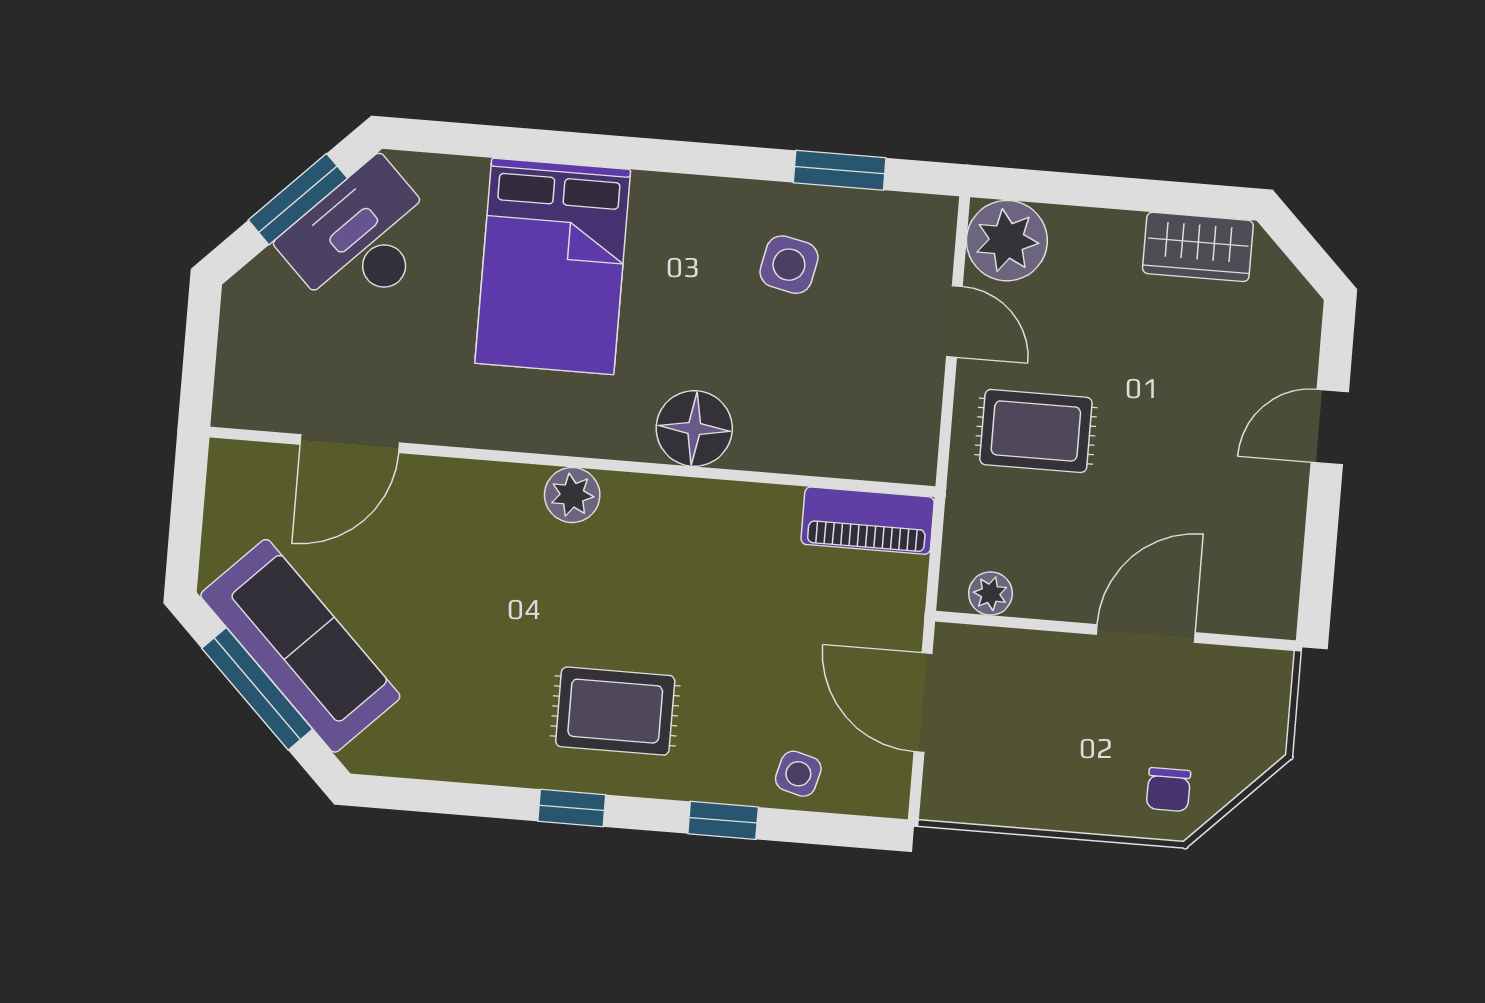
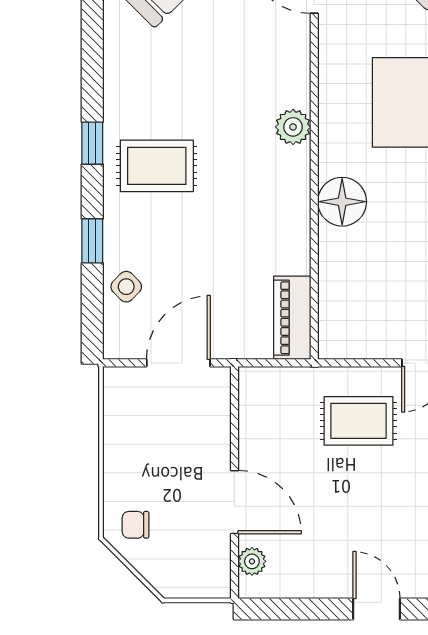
rug: (1036, 431) -> (359, 421), turned 90
plant: (990, 594) -> (252, 561), moved
rug: (615, 711) -> (157, 166), turned 90
side table: (798, 774) -> (126, 287), turned 30

